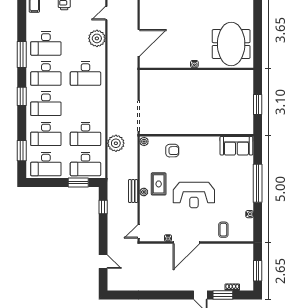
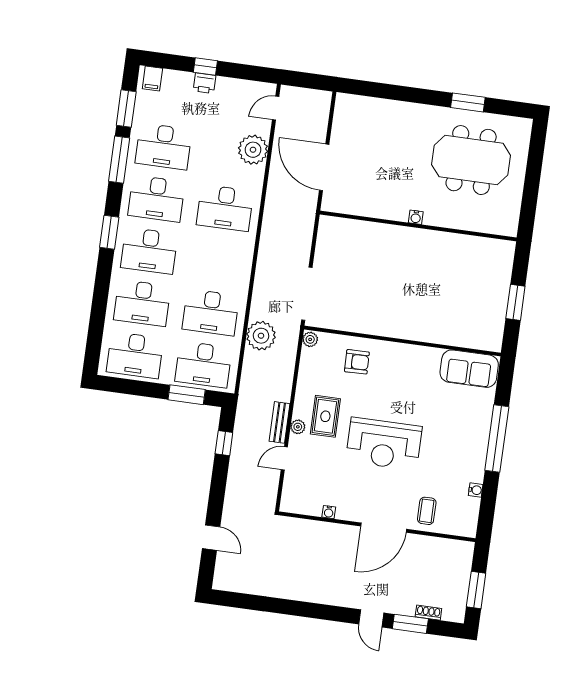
door: (139, 43) -> (324, 167), swing flipped
meeting table: (231, 44) -> (471, 160), moved, turned 90
window: (22, 151) -> (126, 109), moved
door: (139, 231) -> (284, 458), moved
door: (186, 243) -> (384, 528), moved

